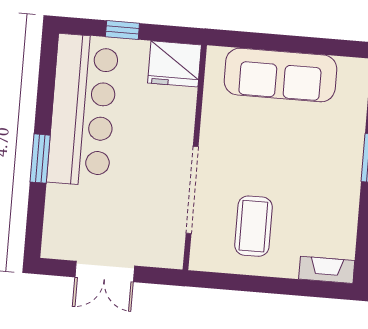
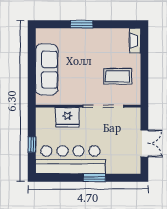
fridge: (174, 64) -> (68, 117), moved, turned 90

